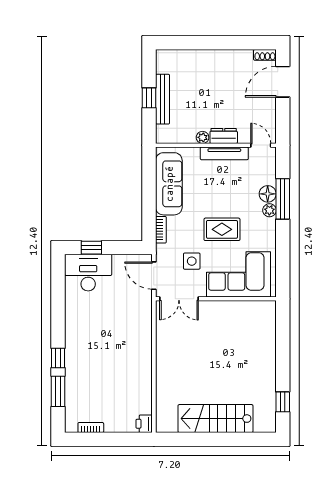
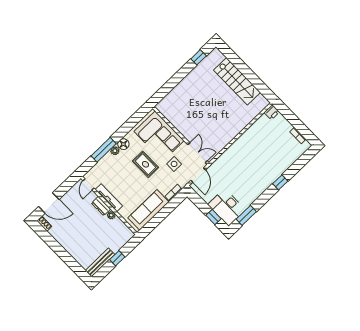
bench: (163, 99) -> (100, 263), moved
floor lamp: (268, 194) -> (123, 144), moved
window: (58, 391) -> (246, 215), moved

